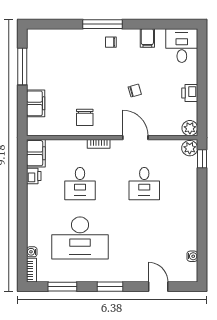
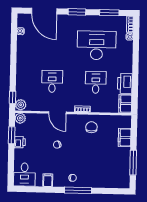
window: (202, 103) -> (12, 135), added
printer: (34, 176) -> (125, 83), width x1.87, depth x1.48
door: (158, 287) -> (44, 11), width x1.87

